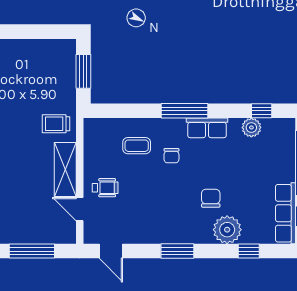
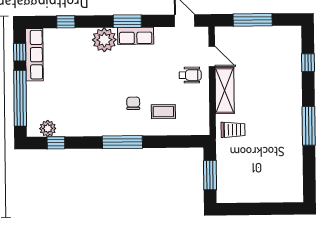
row of seats: (207, 128) -> (136, 36), moved, turned 180
plant: (251, 128) -> (48, 128), moved
wheelchair: (105, 188) -> (190, 75), turned 180
chair: (211, 198) -> (99, 67), removed
plant: (227, 230) -> (104, 40), moved

